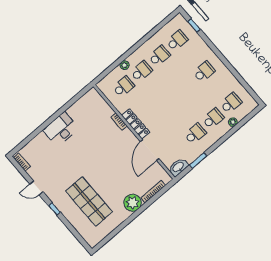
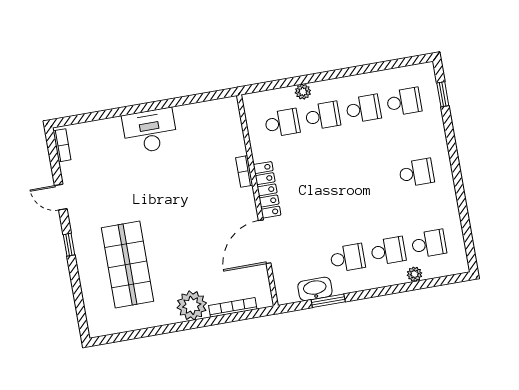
washbasin: (178, 167) -> (315, 289), moved

